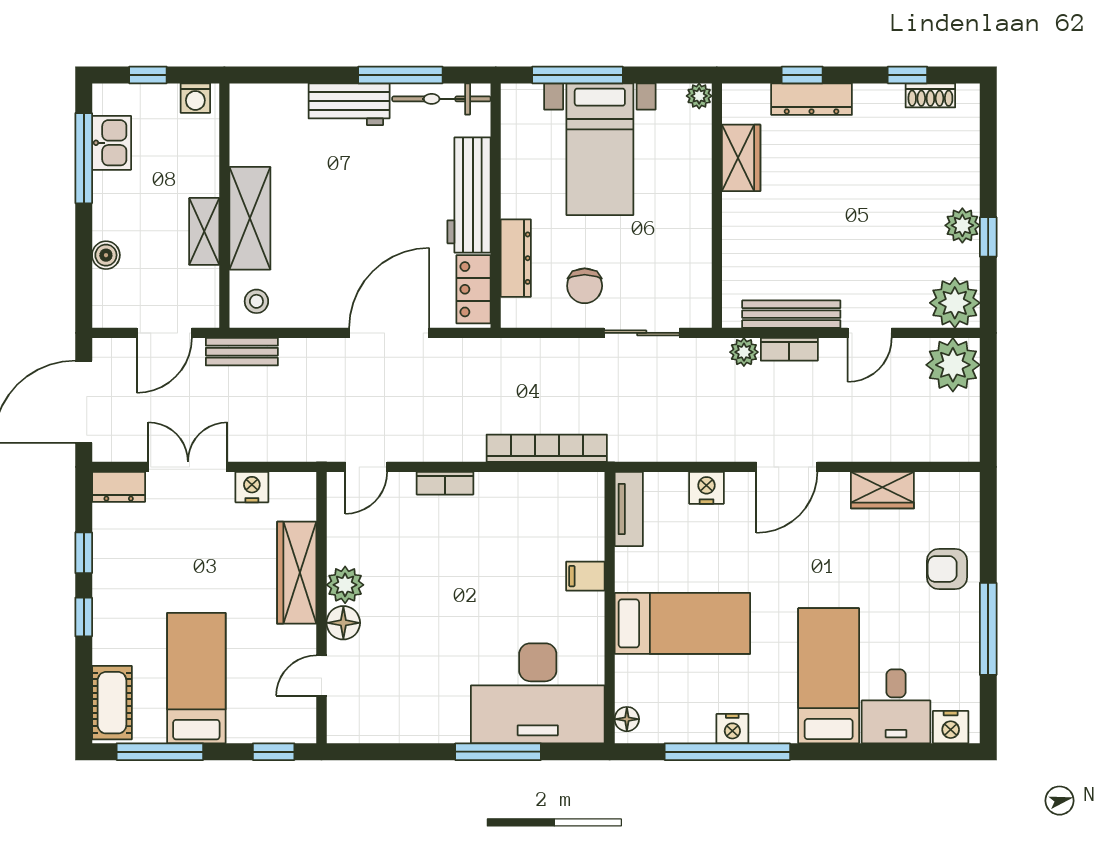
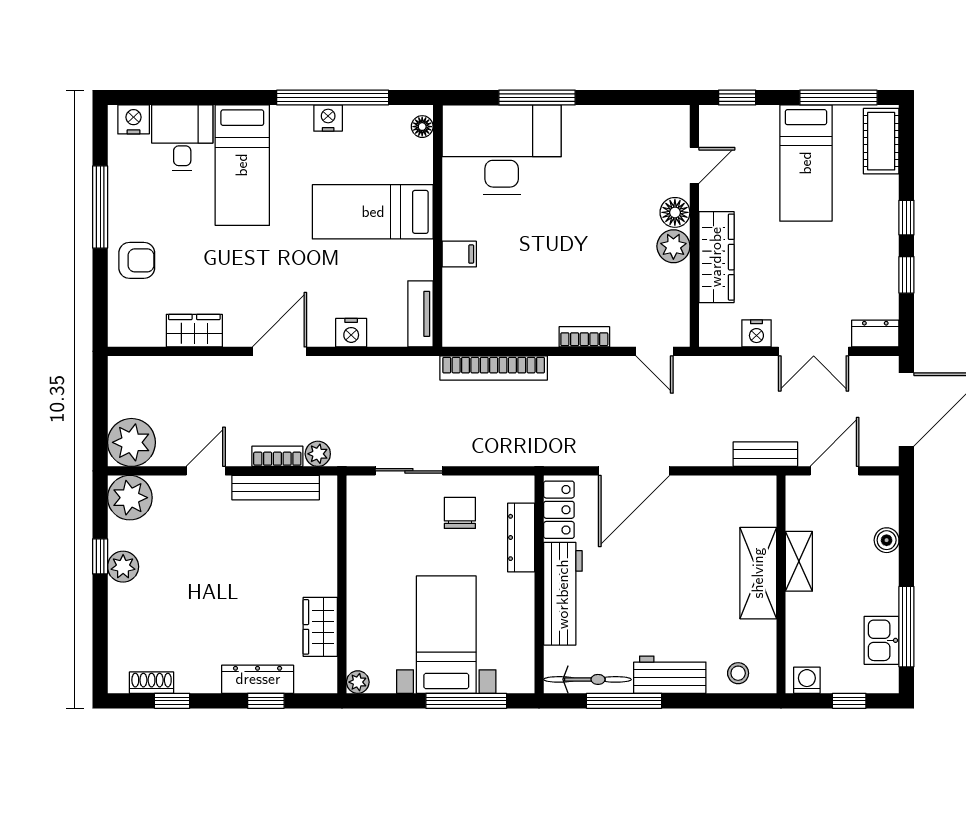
stool: (256, 301) -> (738, 673), moved
door: (366, 467) -> (654, 351), swing flipped

